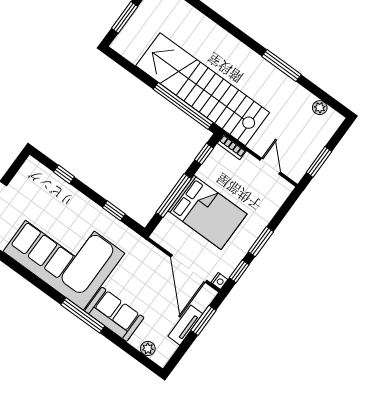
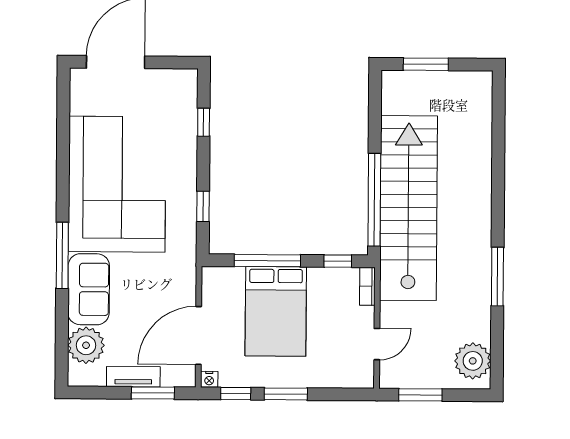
plant: (320, 108) -> (473, 361), width x1.88, depth x1.88
plant: (148, 349) -> (86, 345), width x1.87, depth x1.87

